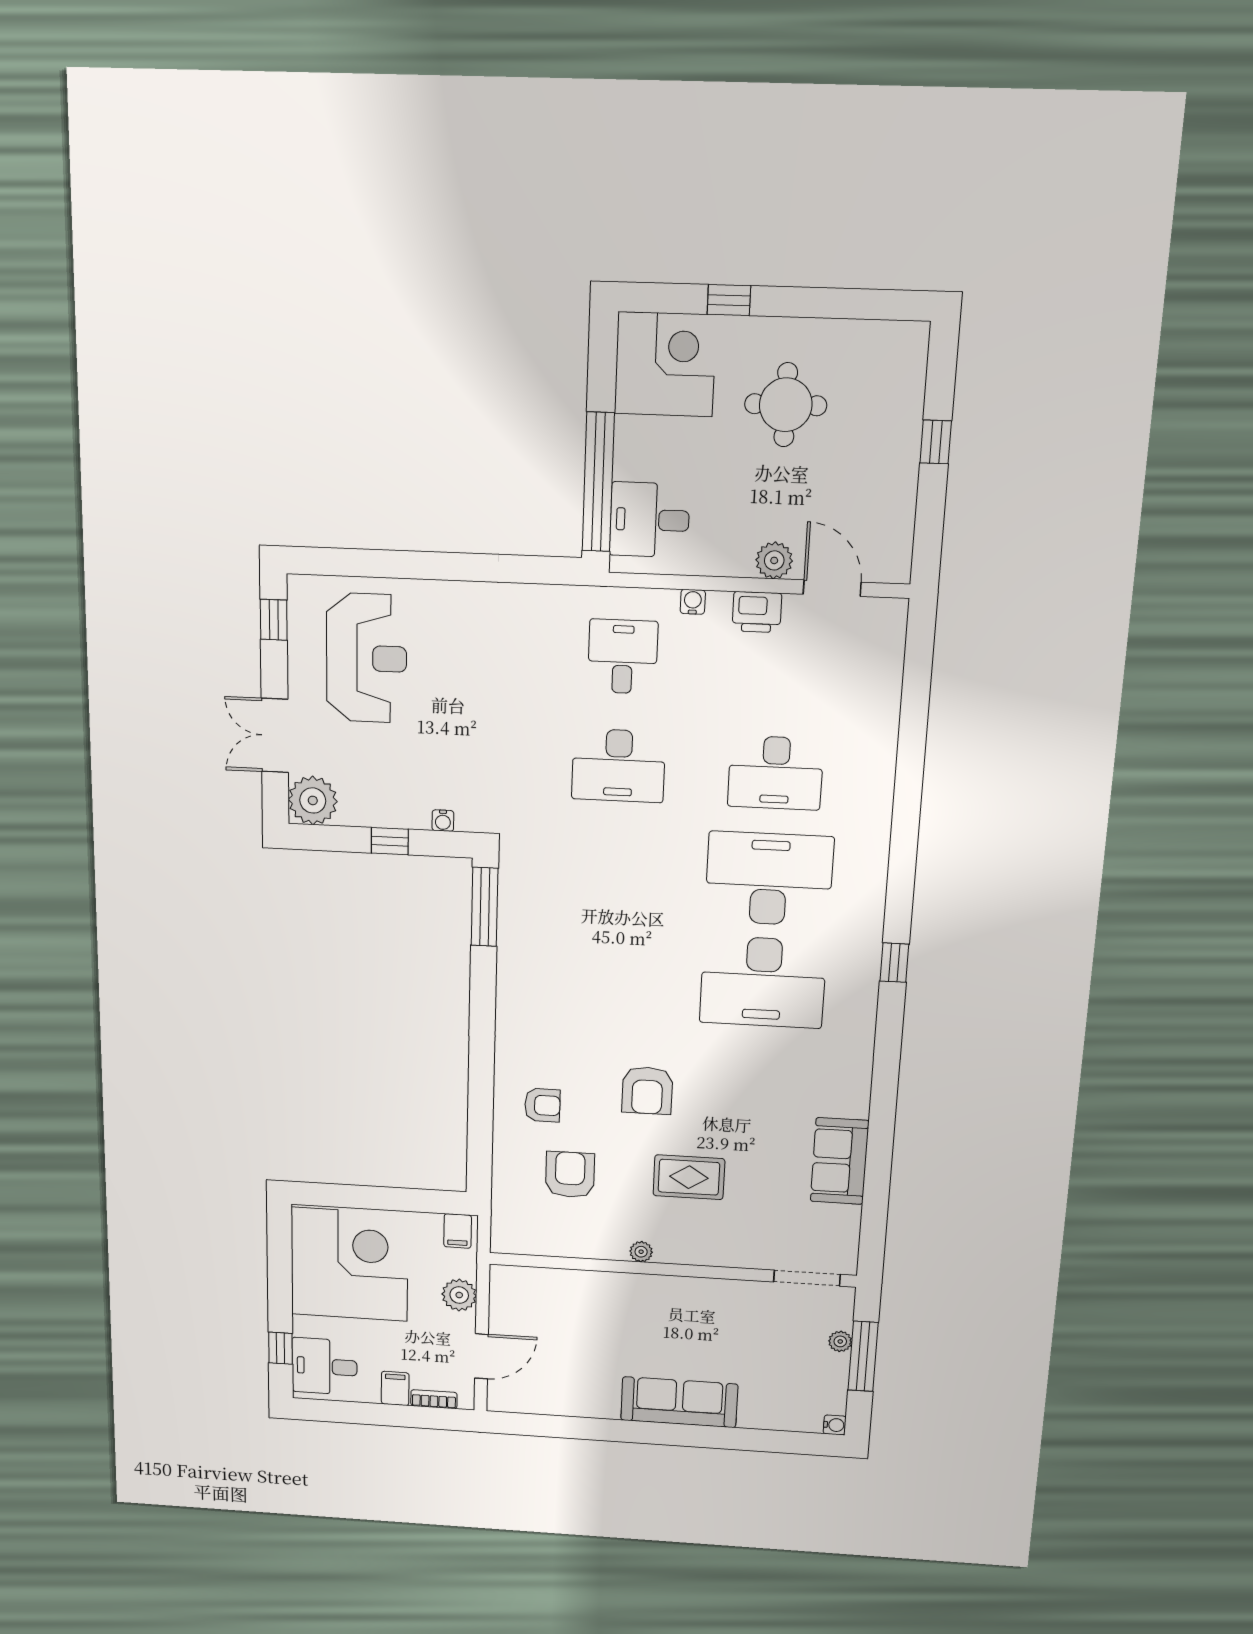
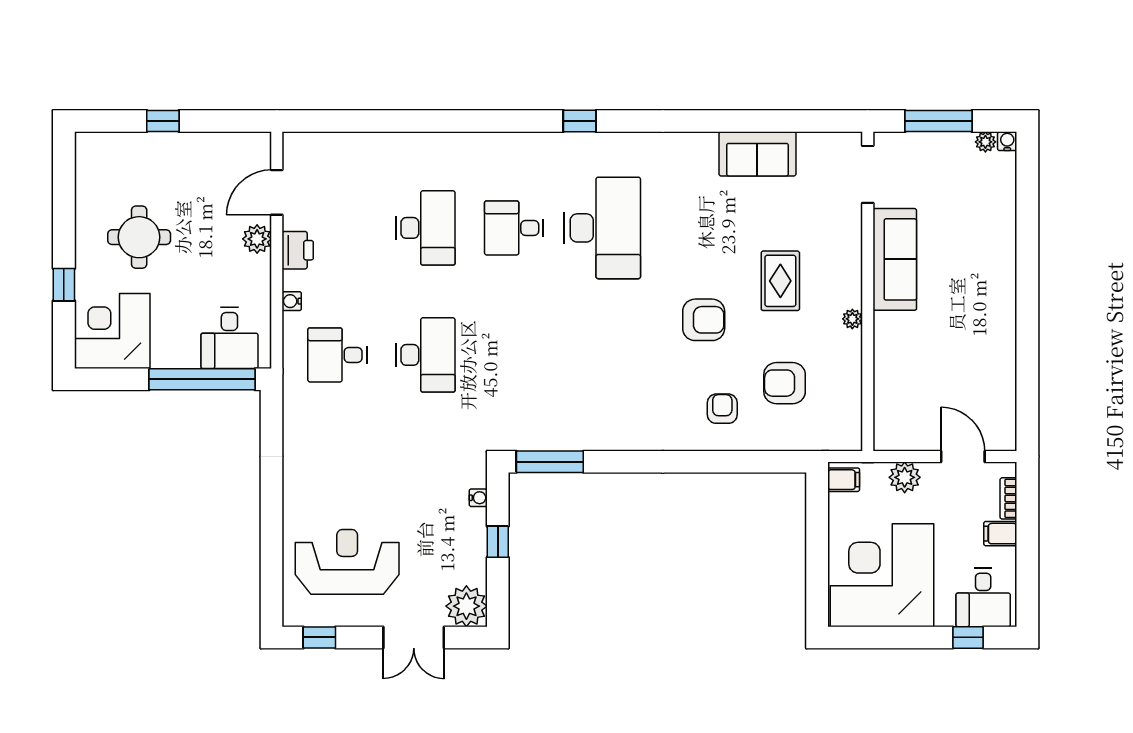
desk: (769, 879) -> (514, 228), width x0.53, depth x0.77
plant: (840, 1341) -> (985, 142), moved
sofa: (679, 1402) -> (895, 259), moved, turned 180

